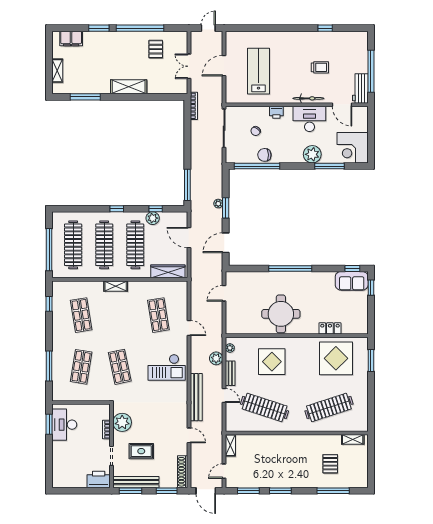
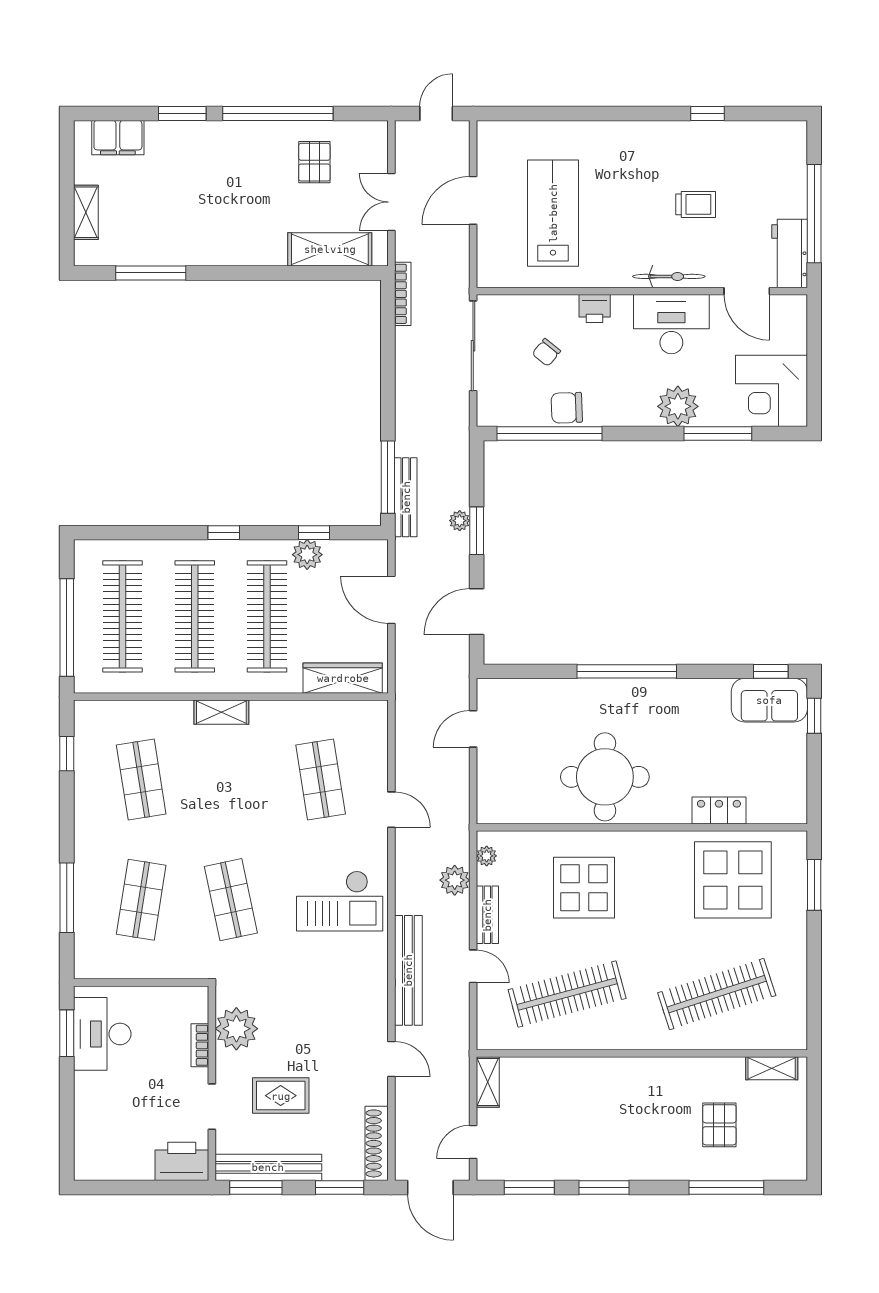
shelving: (129, 87) -> (330, 249), moved
bench: (195, 193) -> (406, 497), added
clothes rail: (265, 407) -> (567, 994), turned -33

